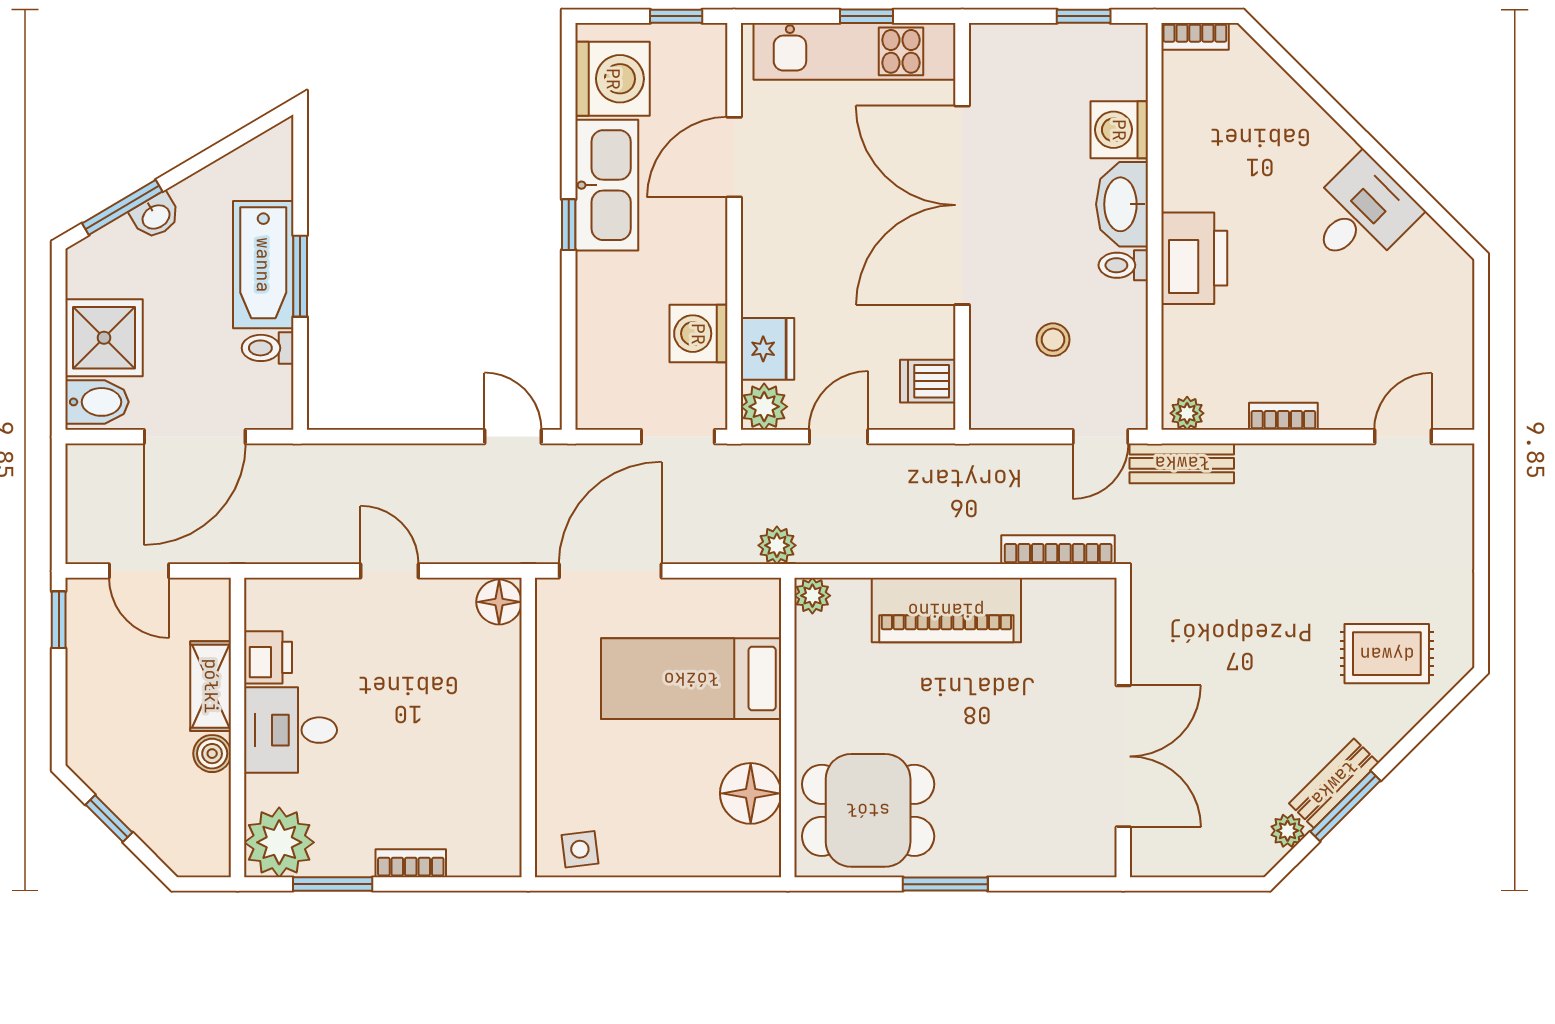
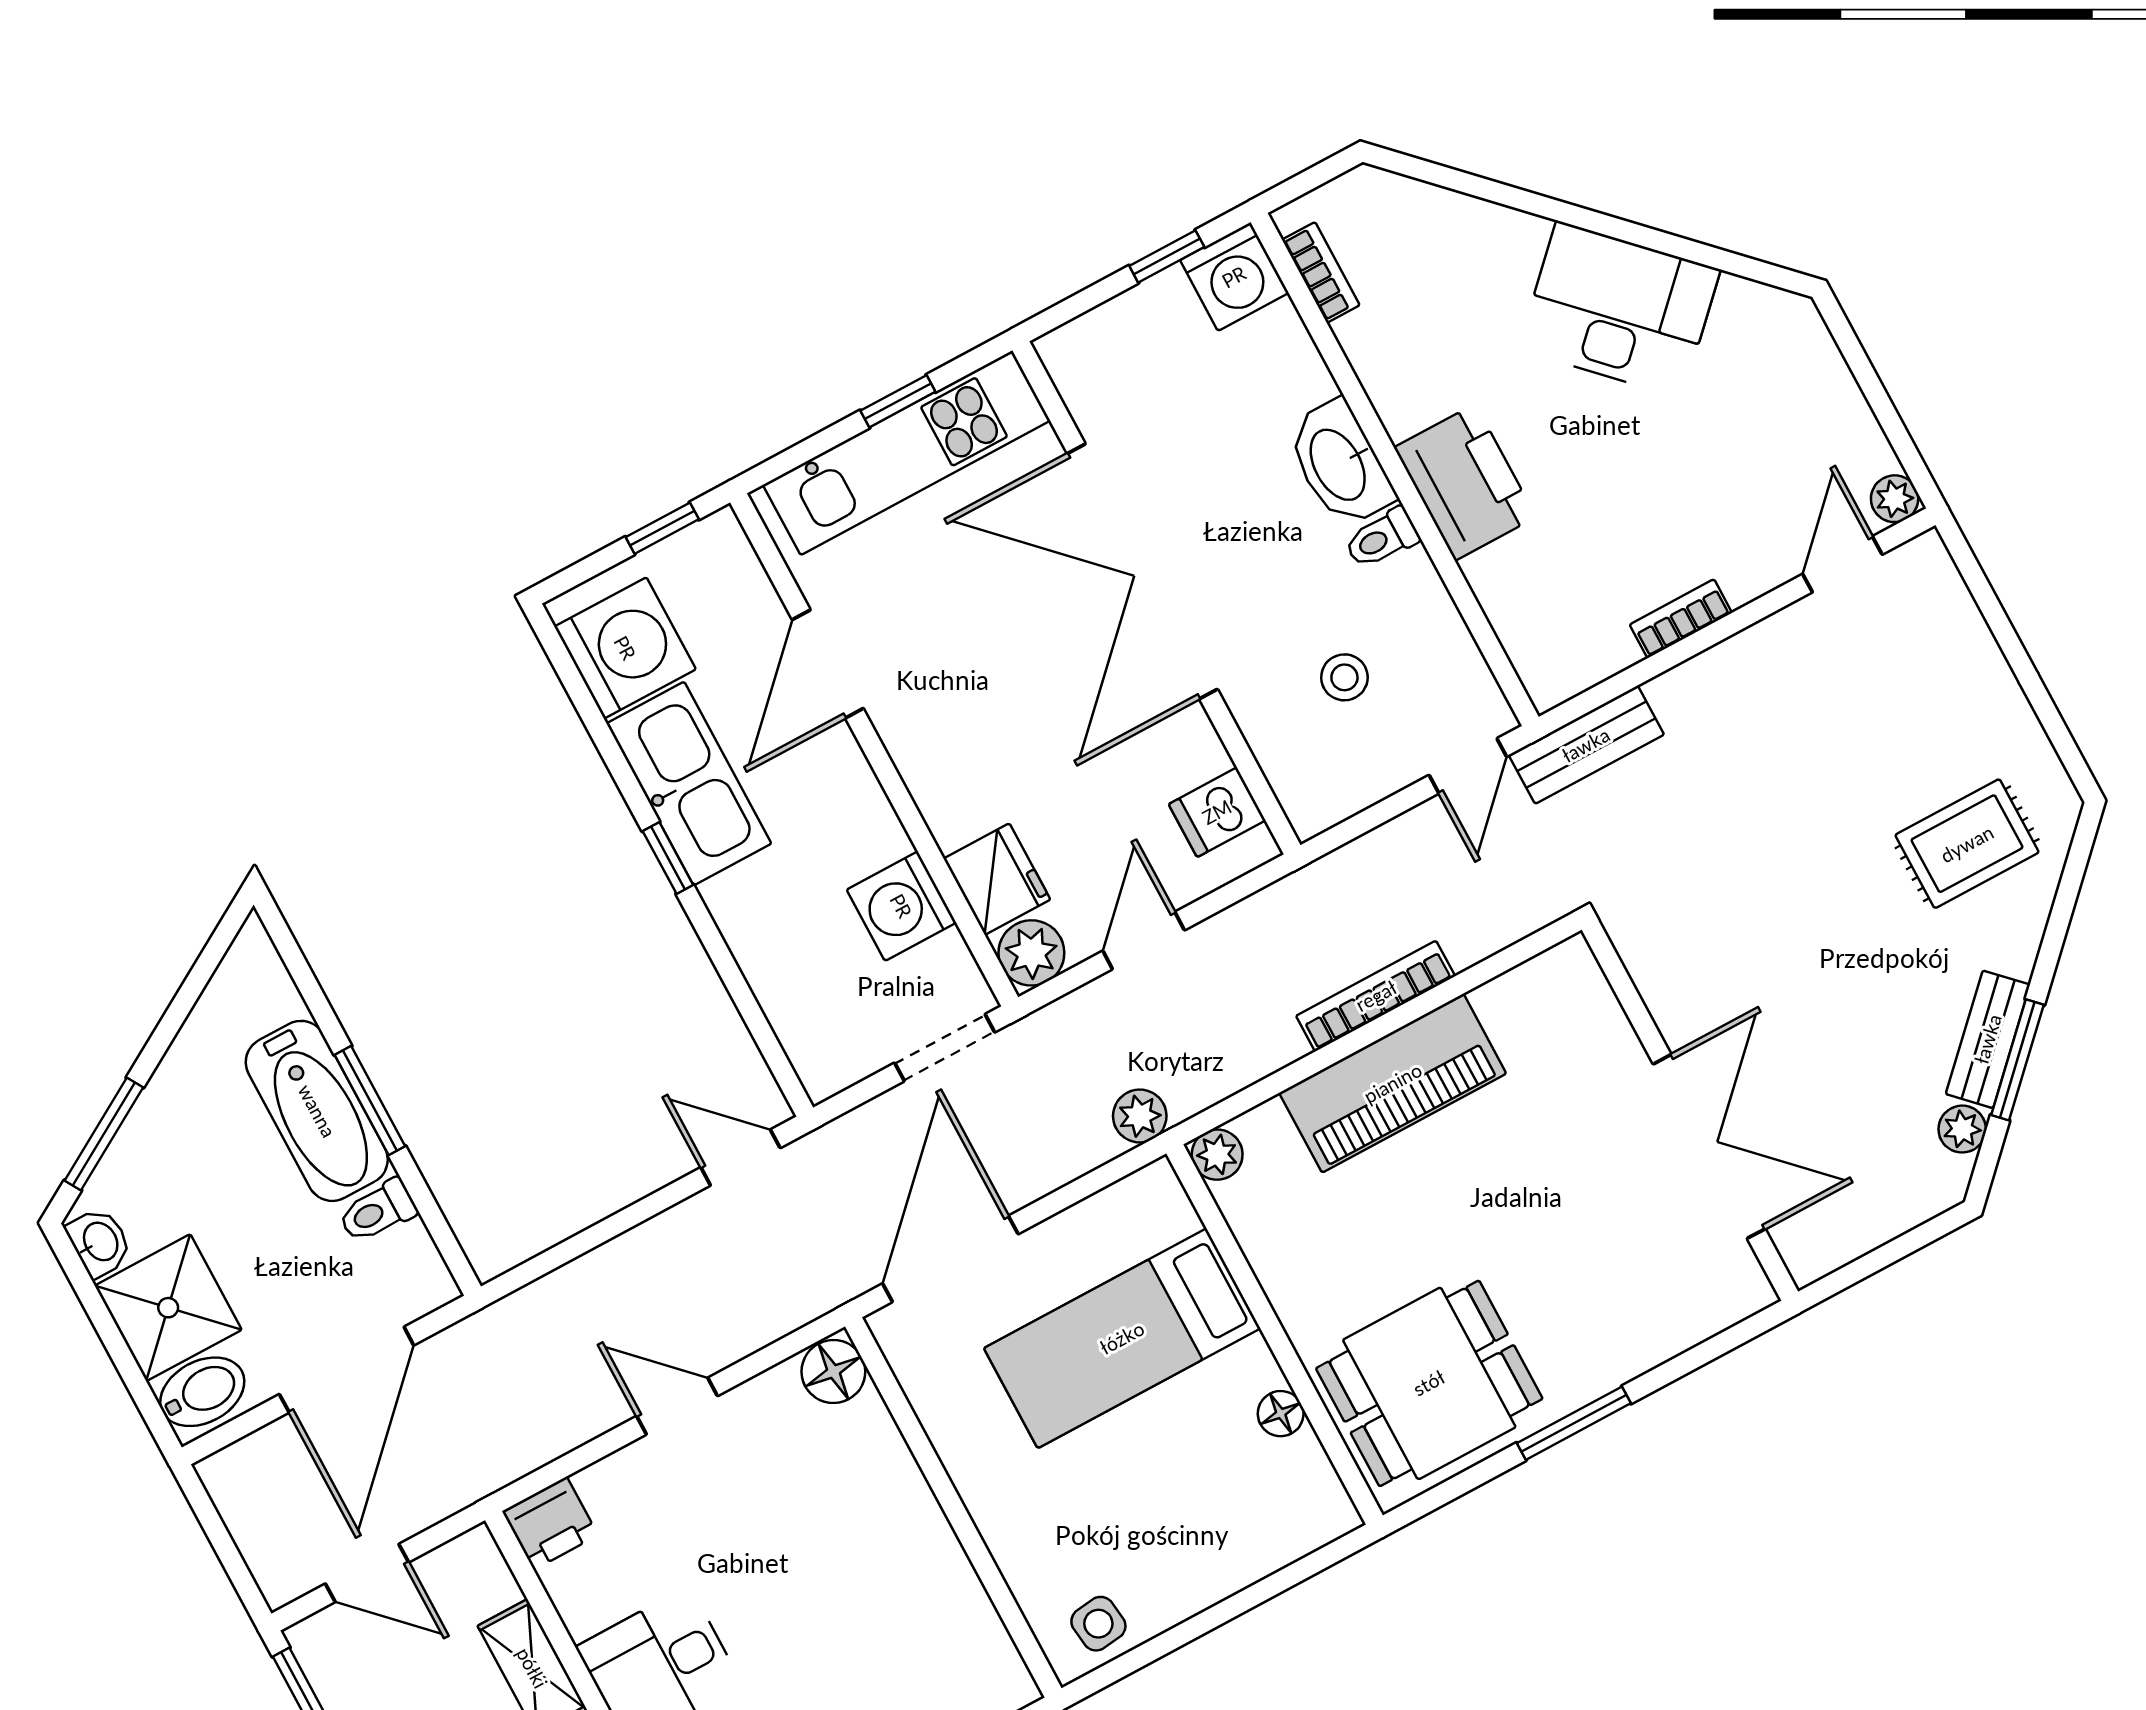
bookcase: (1195, 36) -> (1321, 272), moved, turned -90
washing machine: (1119, 130) -> (1234, 277), moved, turned -90
desk: (1361, 214) -> (1619, 309), width x1.37
washbasin: (156, 216) -> (99, 1242), moved, turned -59
plant: (1187, 413) -> (1895, 499), moved
bookcase: (1058, 550) -> (1376, 996), moved
printer: (268, 657) -> (550, 1523), moved, turned 90
floor lamp: (751, 793) -> (1281, 1414), width x0.53, depth x0.53

